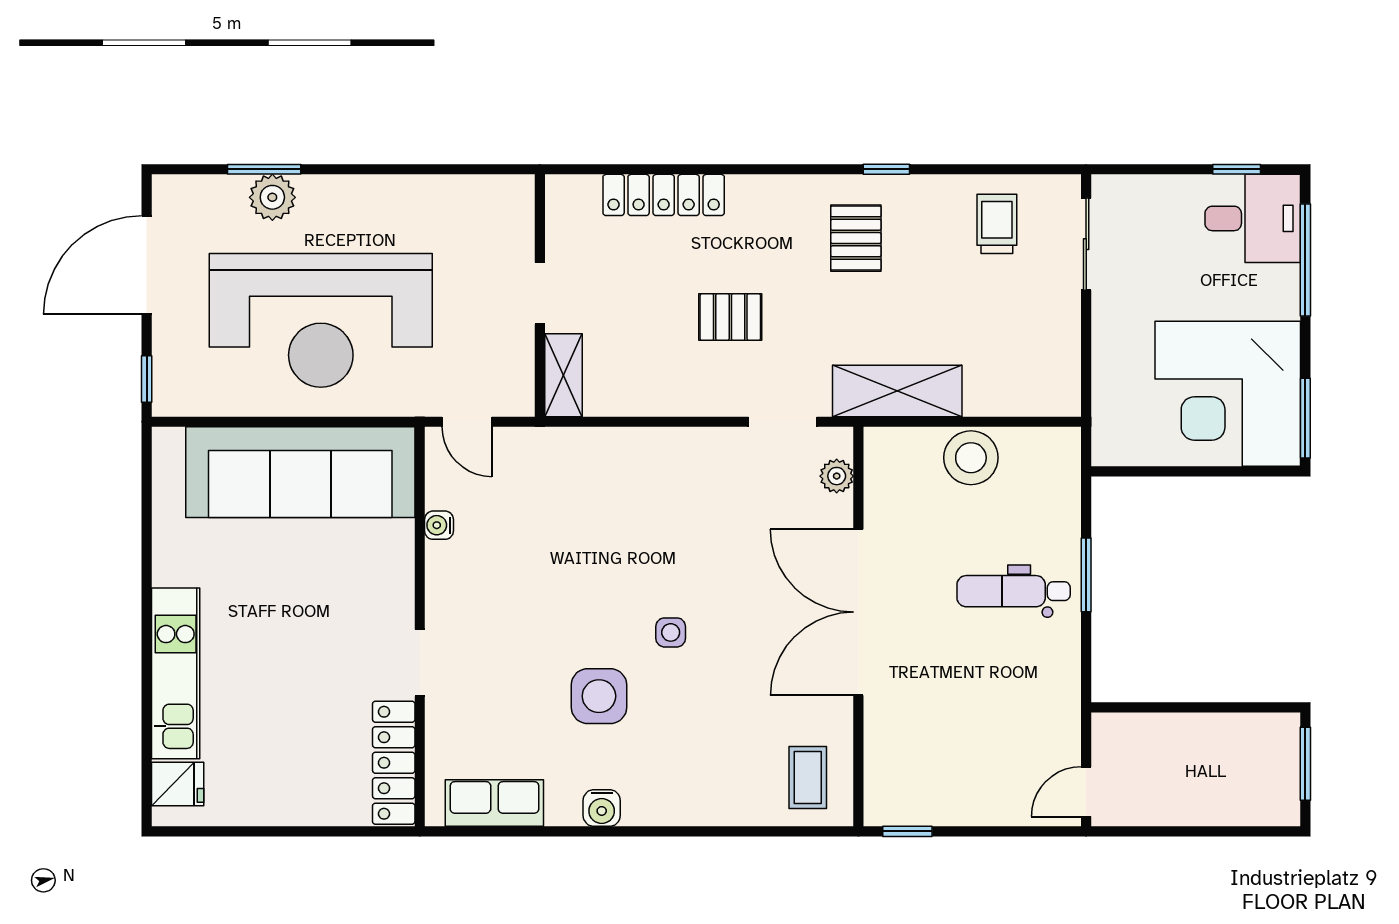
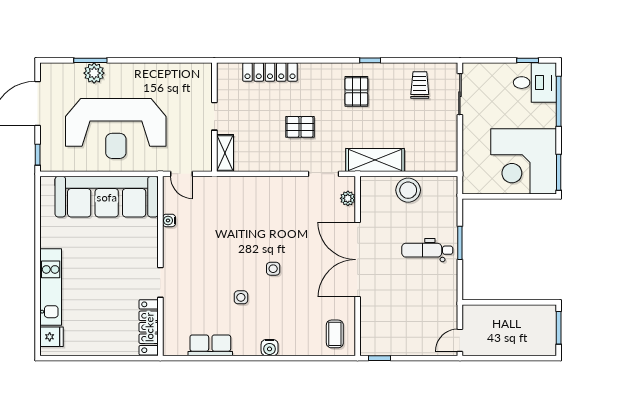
side table: (599, 696) -> (241, 297), width x0.54, depth x0.54
row of seats: (494, 803) -> (210, 345), moved
water cooler: (602, 808) -> (270, 348), moved

